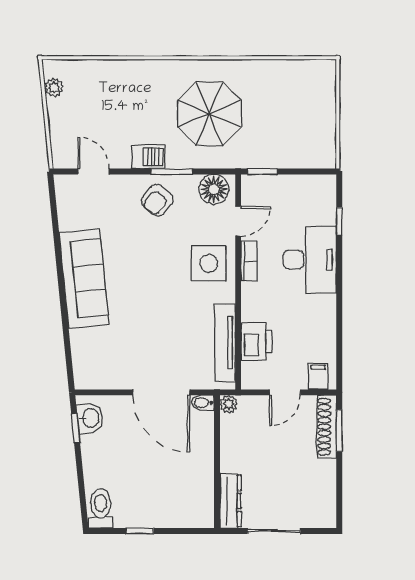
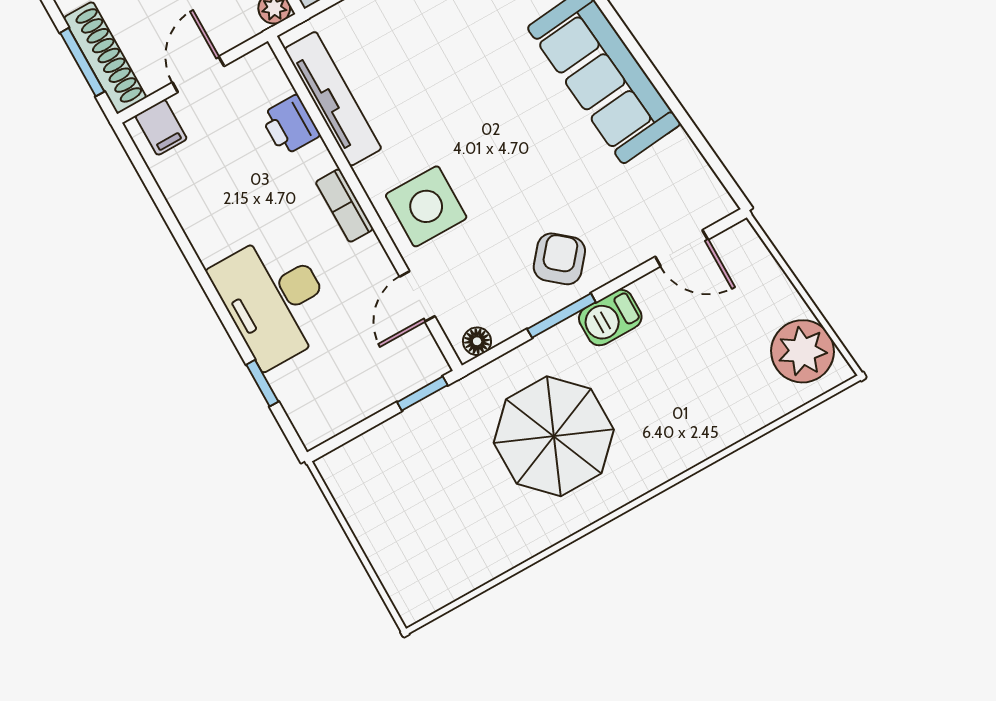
plant: (54, 87) -> (803, 351), width x1.87, depth x1.87
floor lamp: (214, 189) -> (477, 341), width x0.53, depth x0.53
bookcase: (249, 261) -> (344, 206), moved
printer: (257, 342) -> (290, 125), width x0.73, depth x0.81

